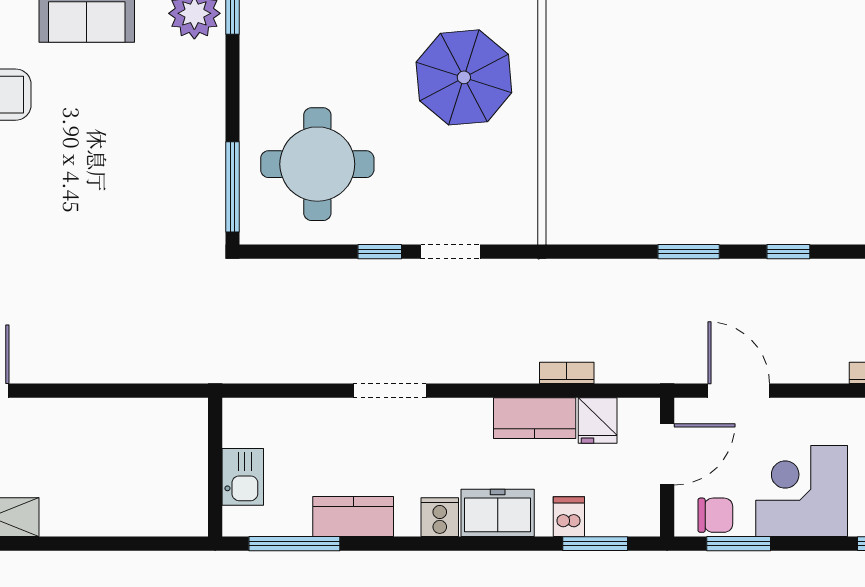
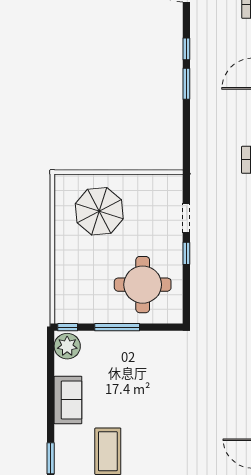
window: (233, 187) -> (117, 327), moved
window: (689, 252) -> (186, 84), moved

